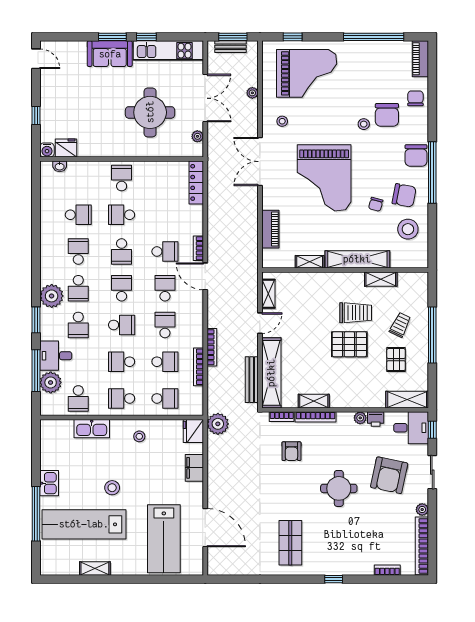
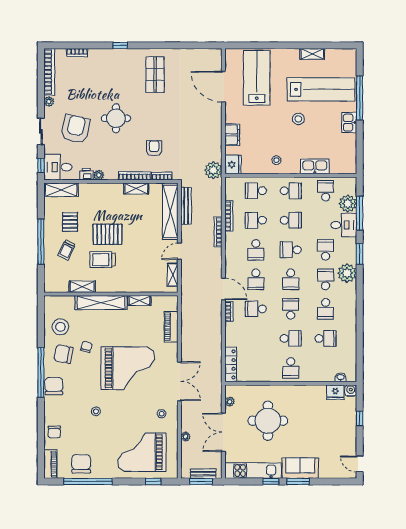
chair: (387, 115) -> (81, 464), moved
grand piano: (324, 178) -> (128, 368), turned 90
school desk: (78, 215) -> (326, 338), turned 180

